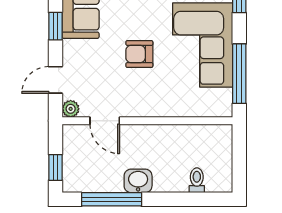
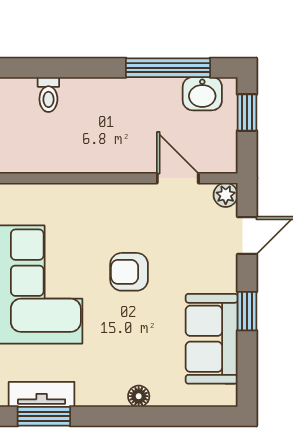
armchair: (139, 54) -> (129, 272), turned 180
washbasin: (138, 181) -> (202, 94), moved

